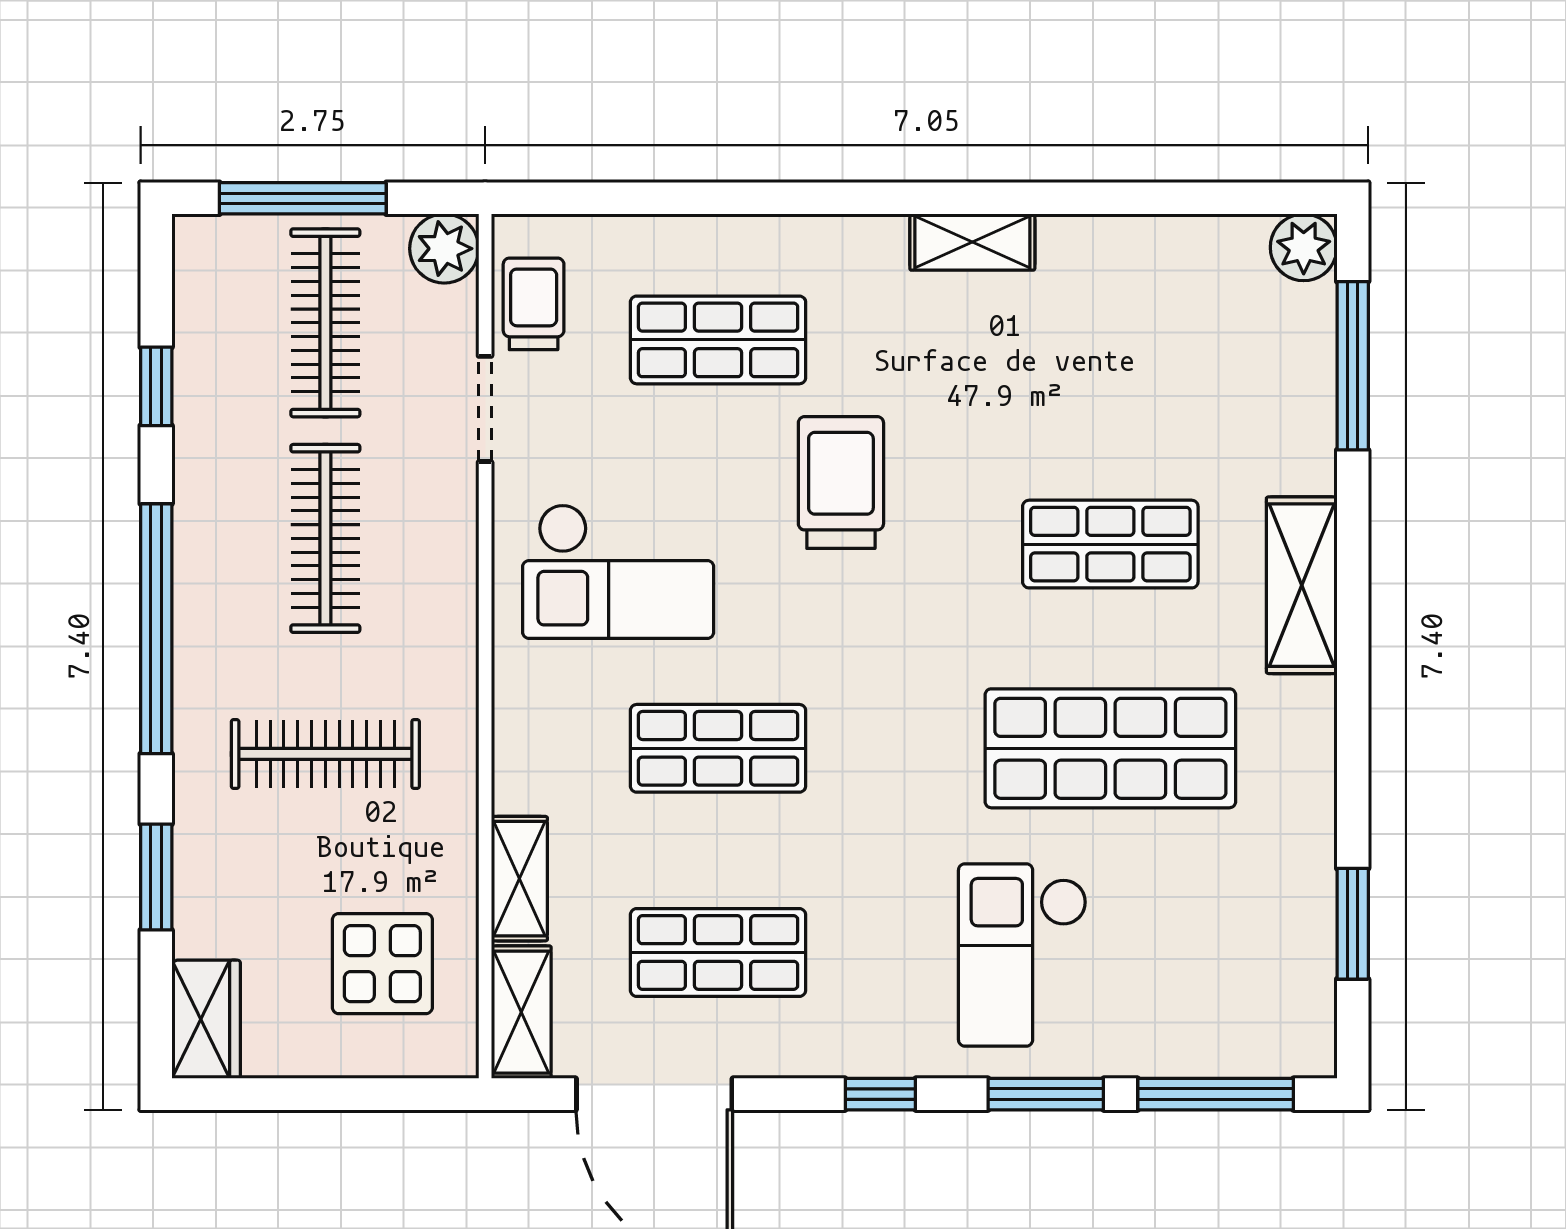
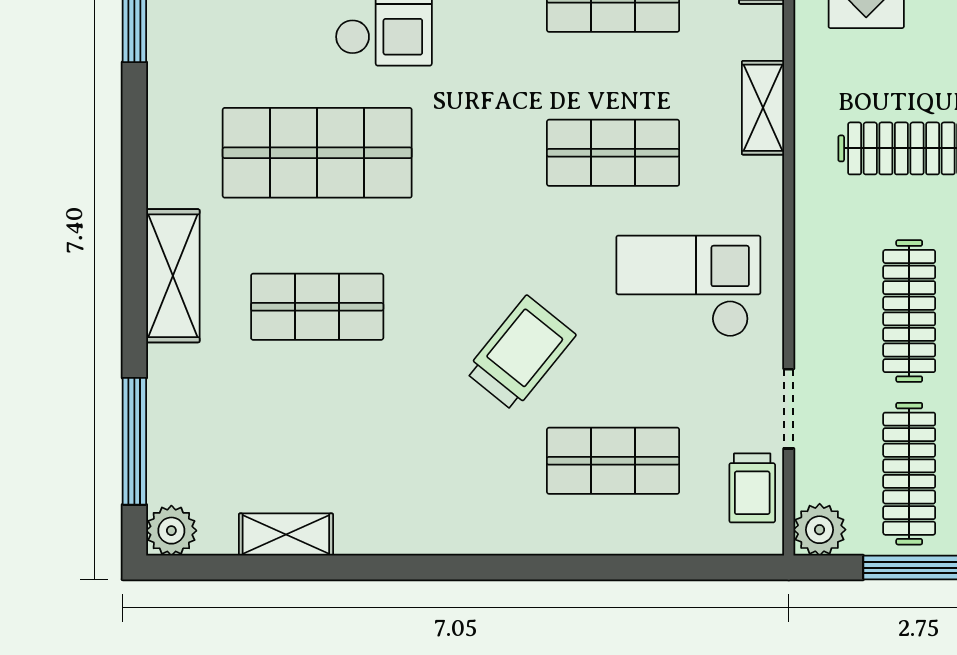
shelving: (972, 242) -> (286, 535), moved
trolley: (841, 482) -> (520, 353), turned -141
shelving: (519, 879) -> (763, 108), moved

